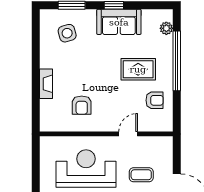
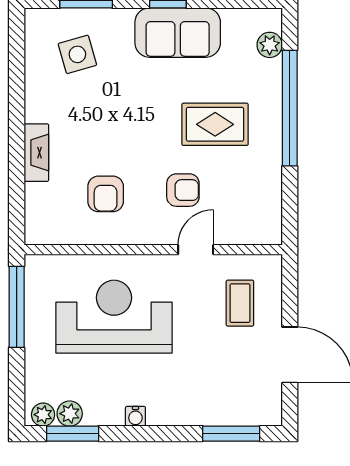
armchair: (155, 100) -> (183, 190), moved
window: (36, 163) -> (17, 307), added
coffee table: (141, 175) -> (240, 303), moved, turned 90

